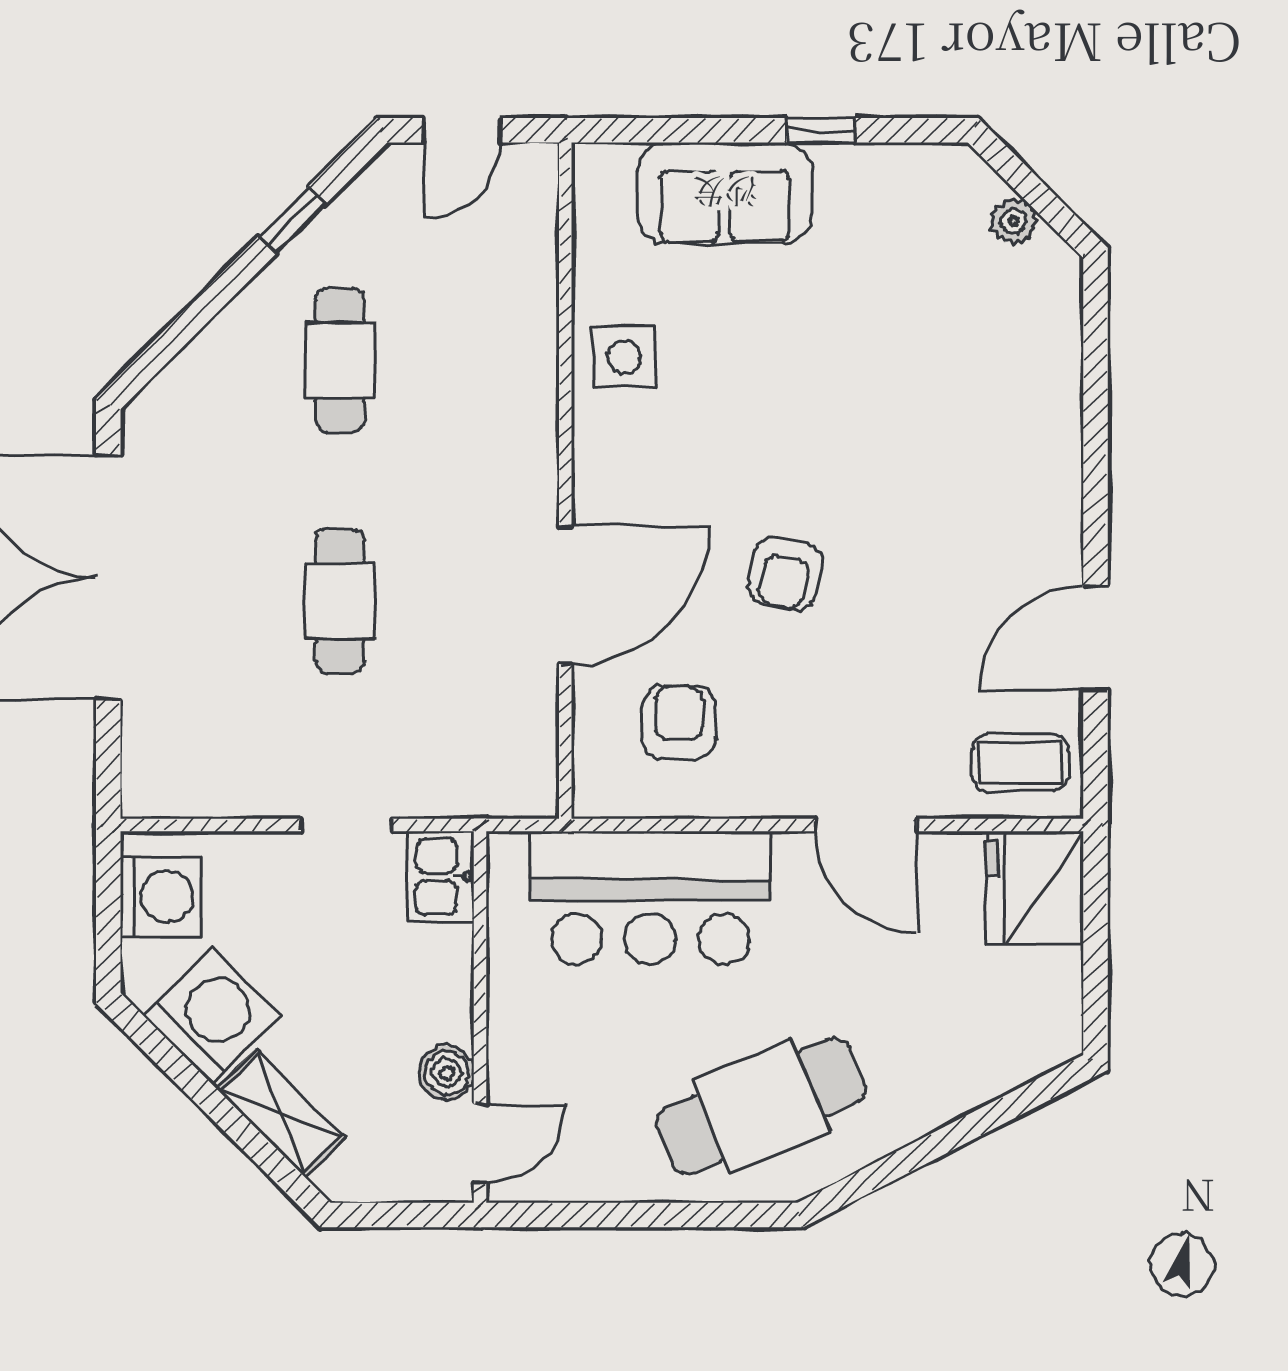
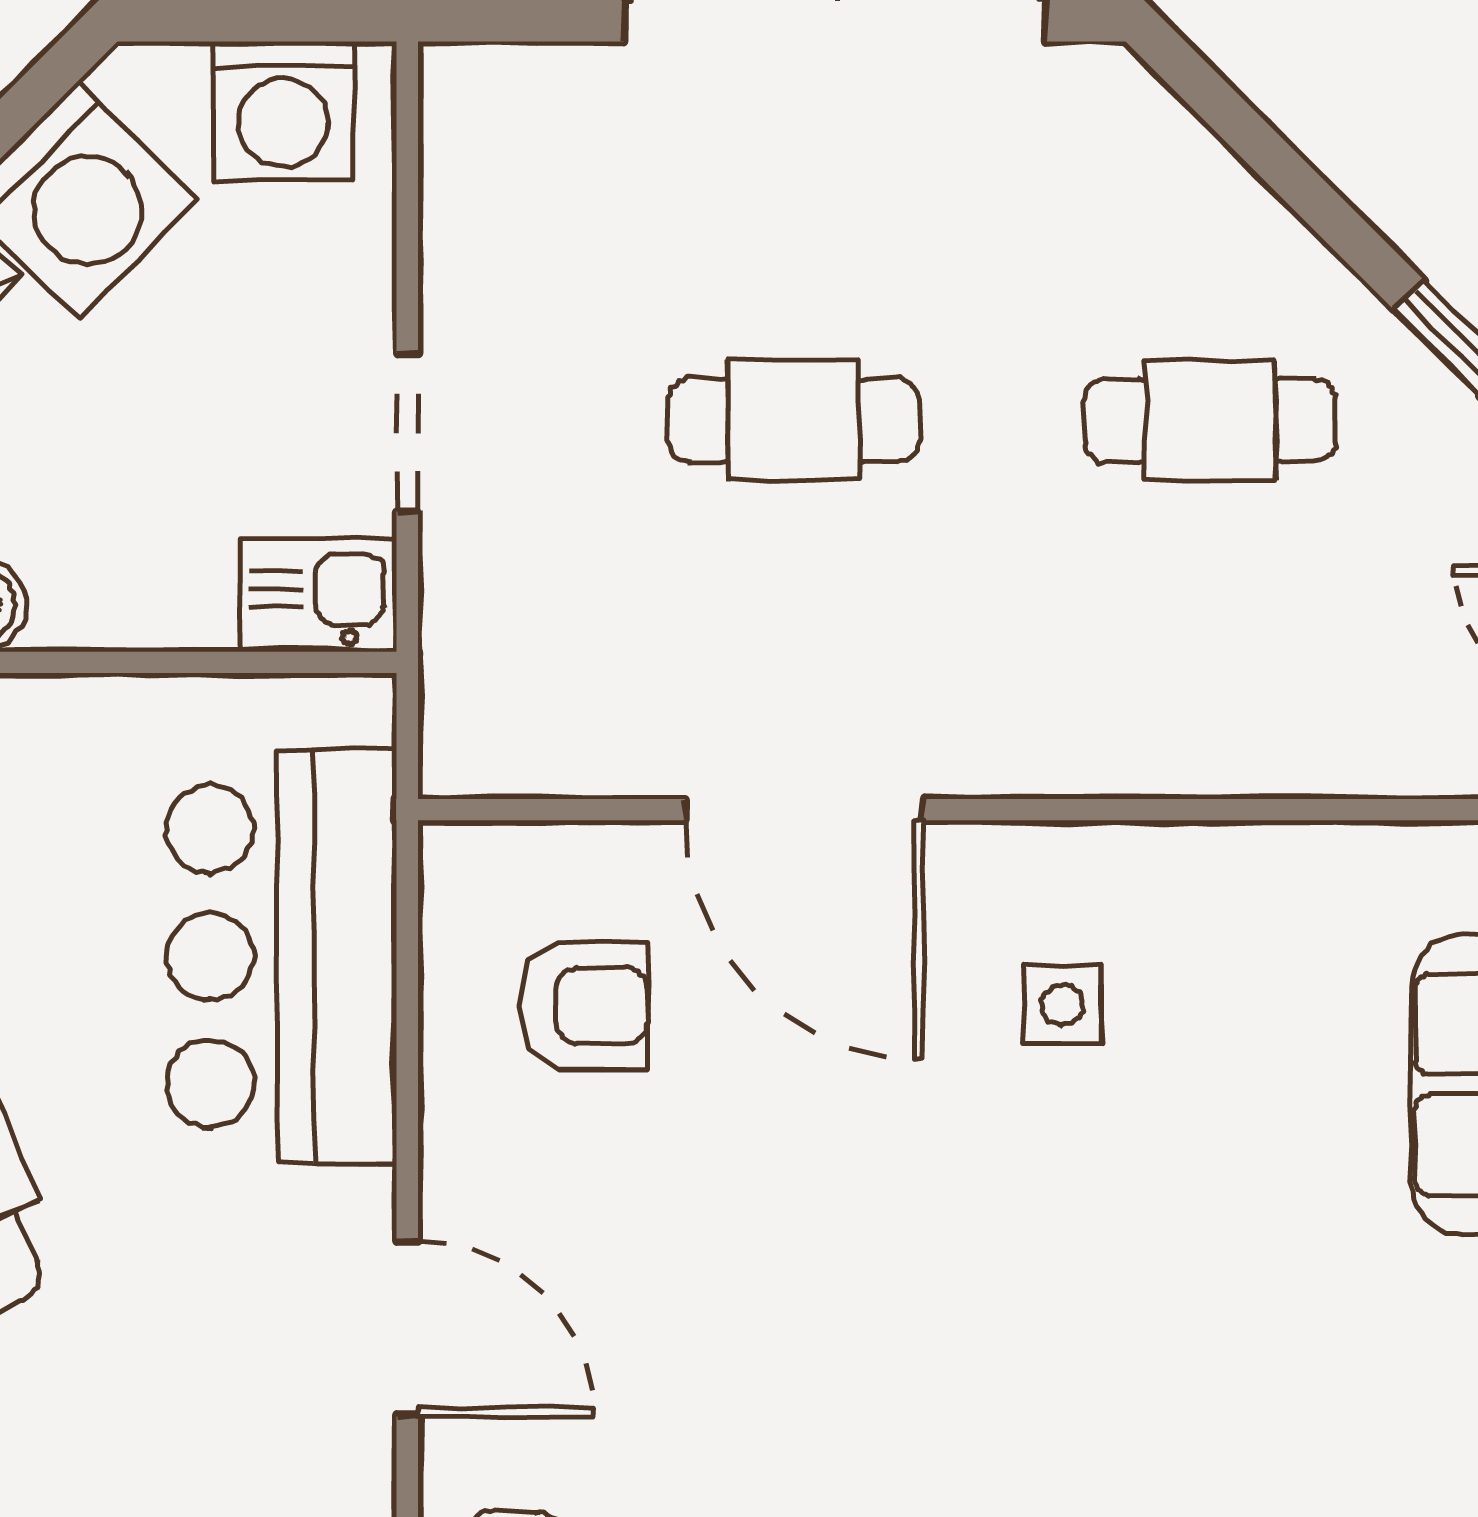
side table: (624, 357) -> (1062, 1005), moved, width x0.73, depth x0.73
armchair: (785, 574) -> (841, 1189), removed
door: (866, 825) -> (407, 1329), swing flipped

